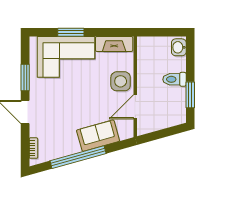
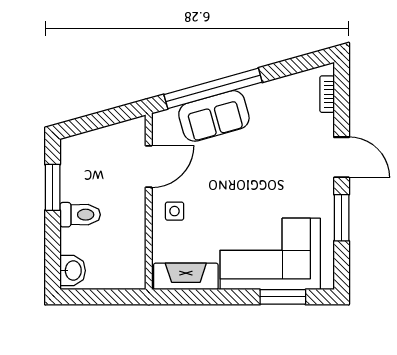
window: (71, 32) -> (283, 297), moved
side table: (121, 81) -> (175, 211), width x0.54, depth x0.54
window: (78, 157) -> (213, 88), moved

